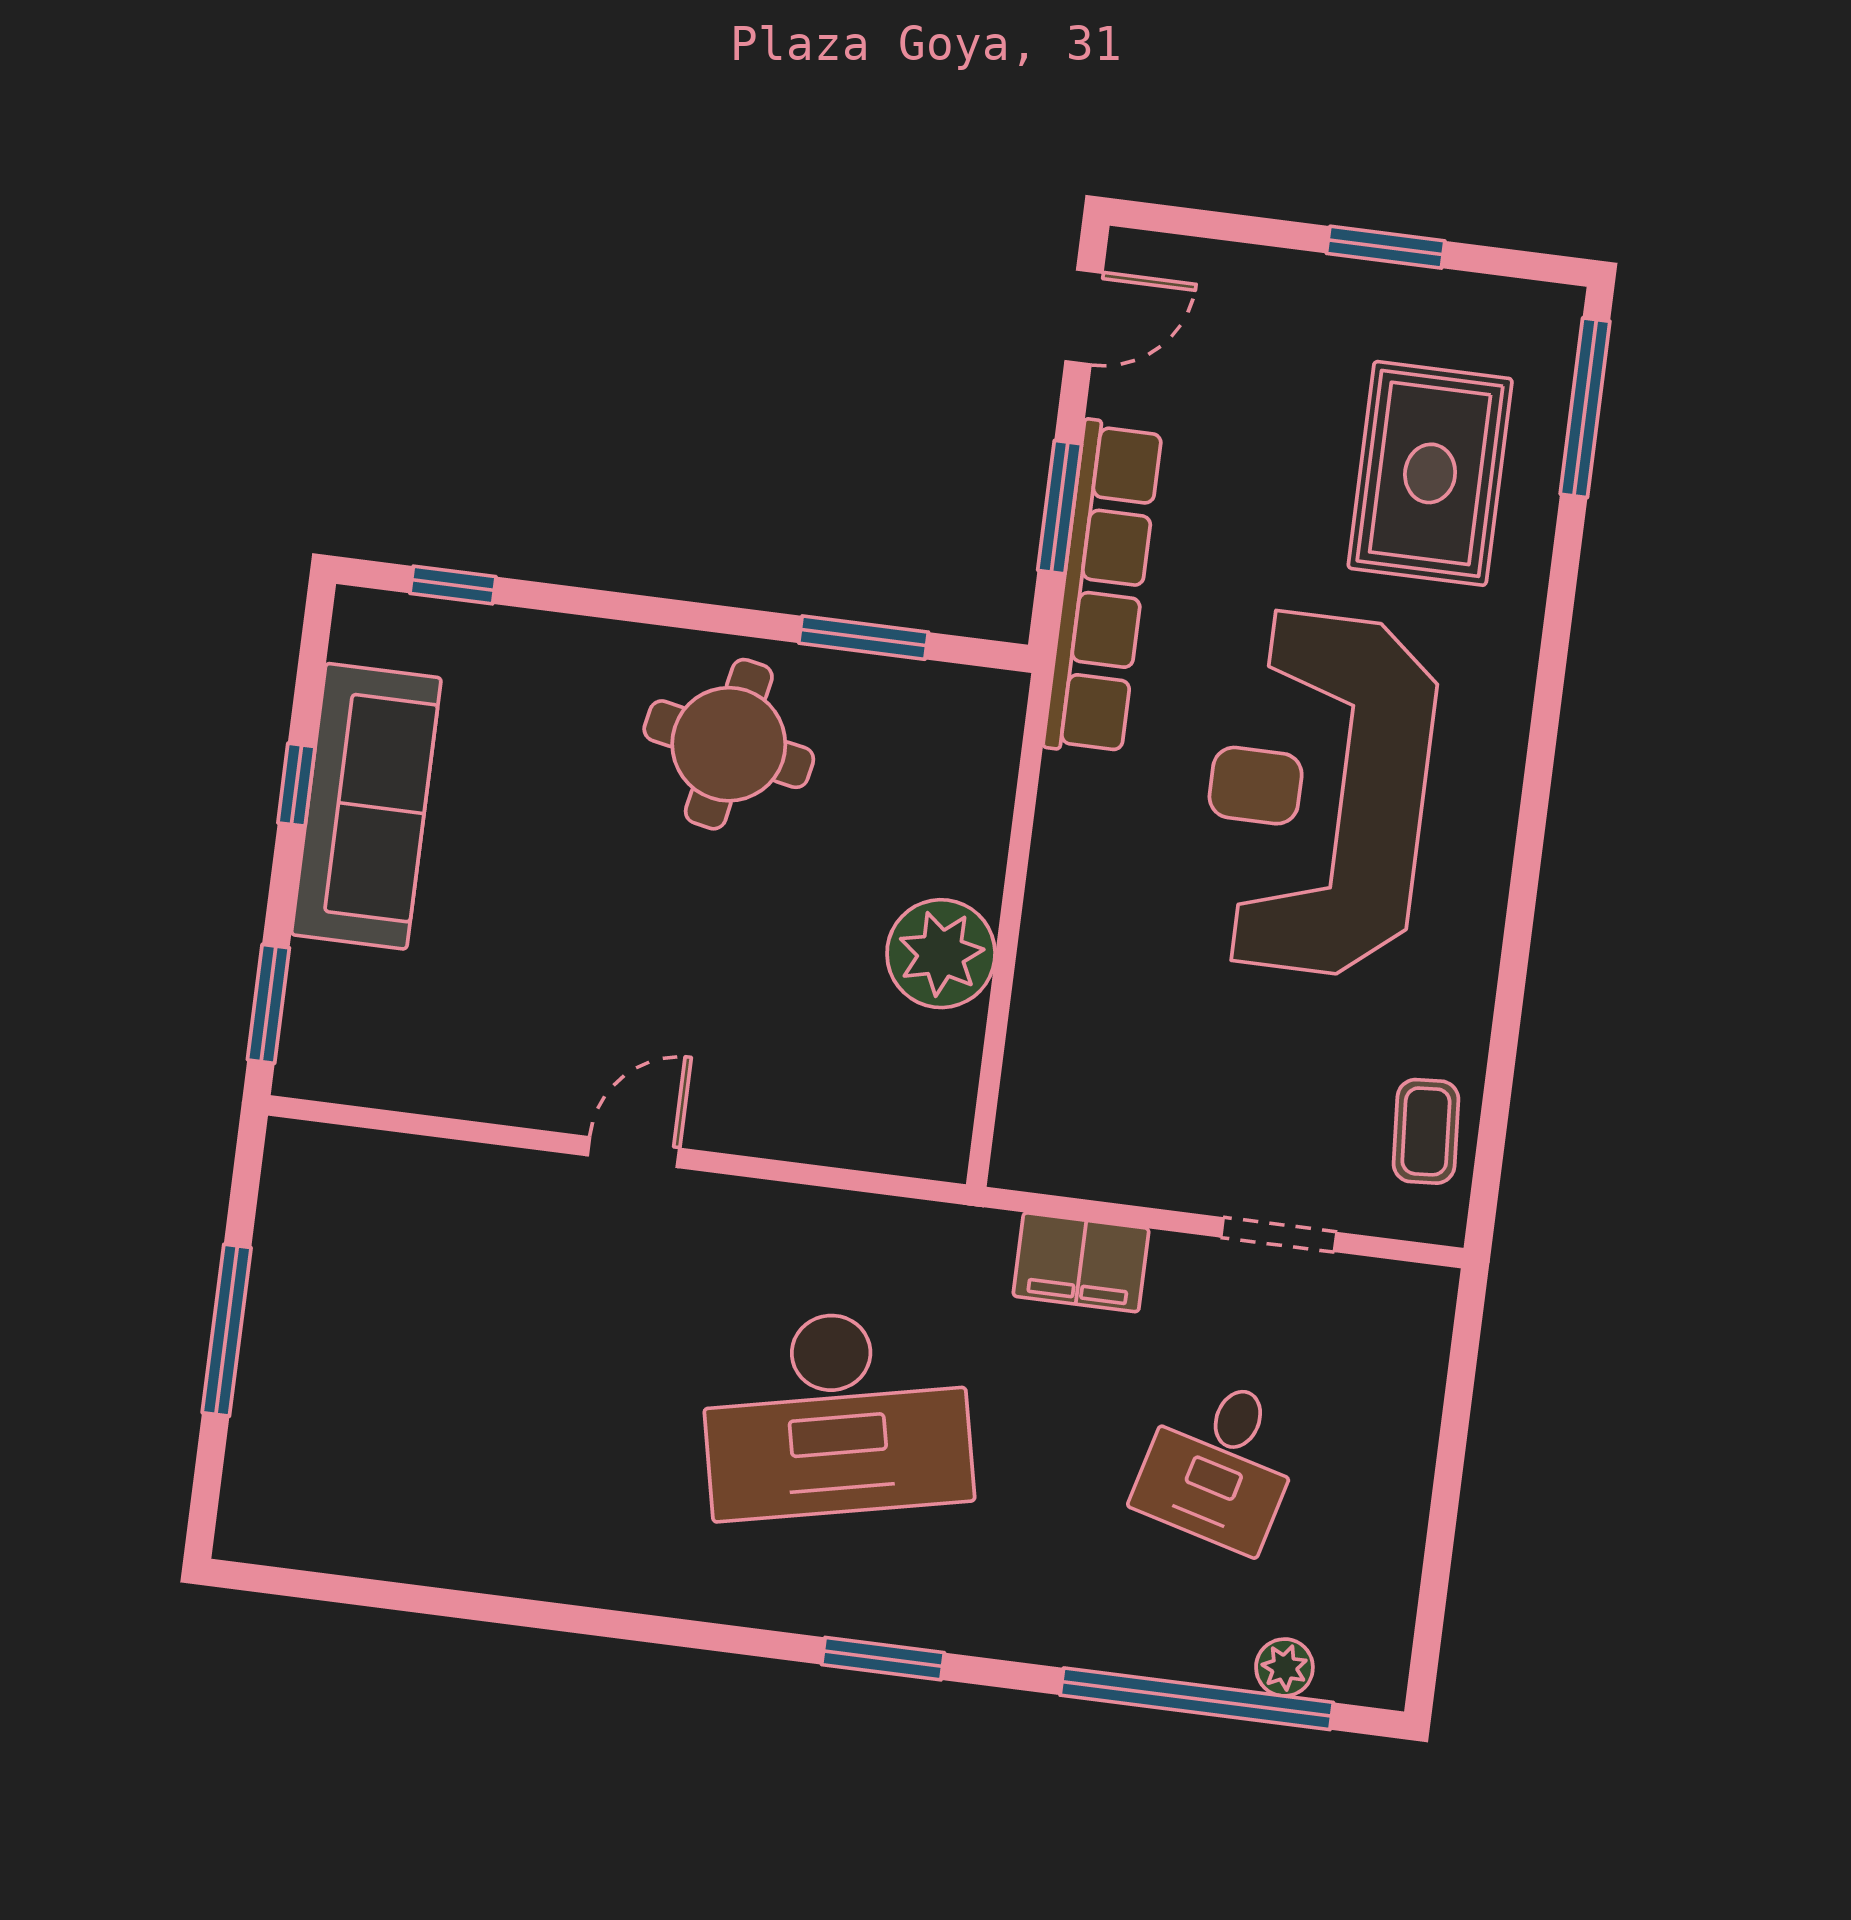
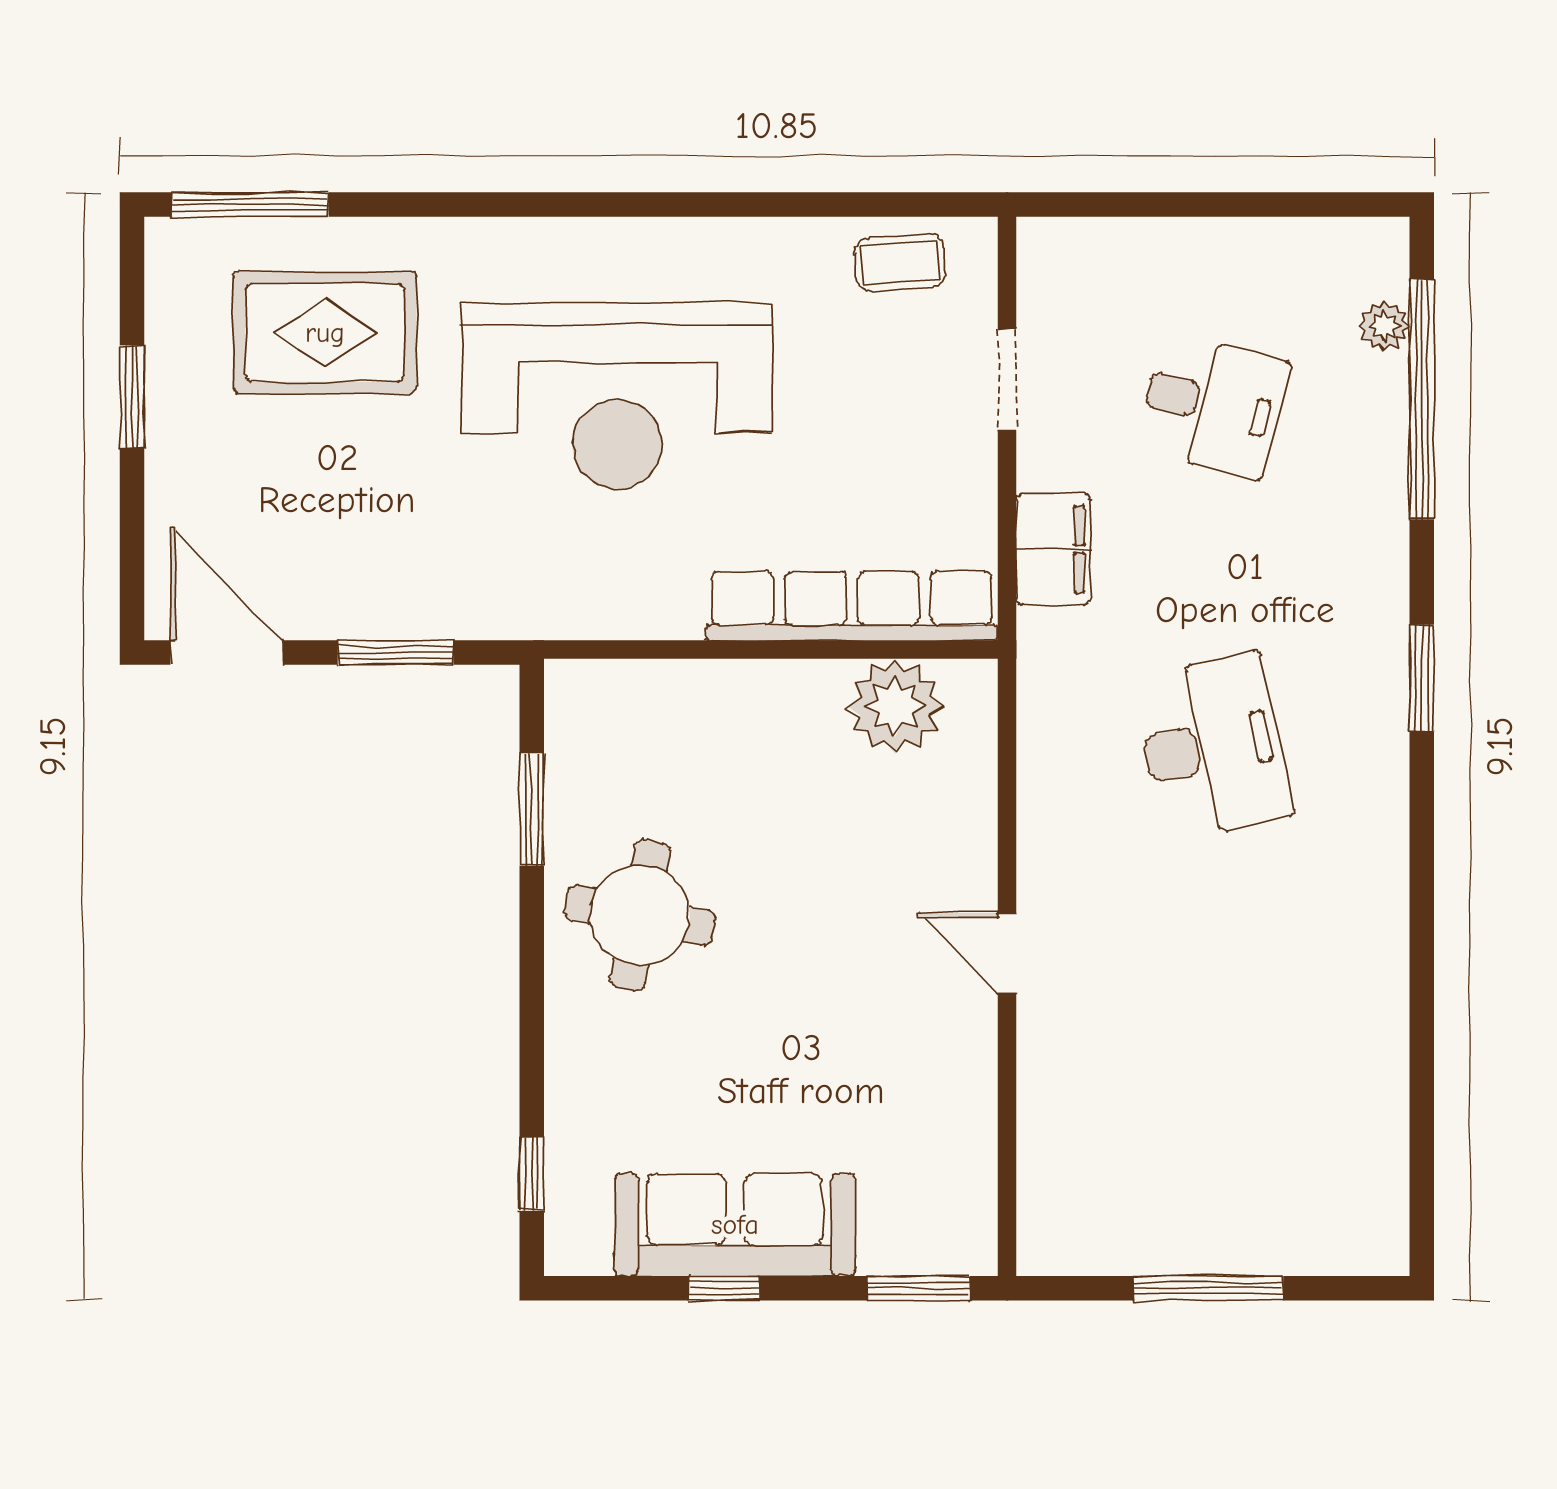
door: (1084, 317) -> (227, 653), width x1.38
row of seats: (1103, 588) -> (852, 606), moved
plant: (941, 954) -> (895, 706), moved
desk: (836, 1414) -> (1213, 746), width x0.73, depth x0.77

